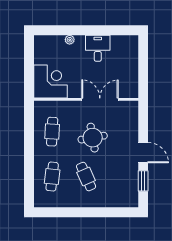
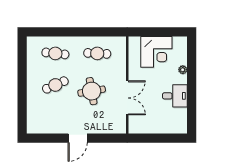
corner desk: (50, 82) -> (156, 52), moved
window: (143, 181) -> (51, 138), removed

